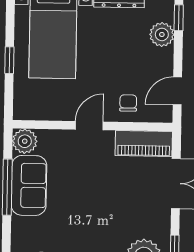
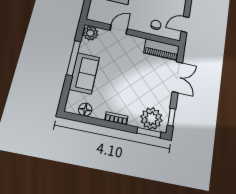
door: (89, 126) -> (119, 30), moved
sofa: (29, 185) -> (84, 73), moved

